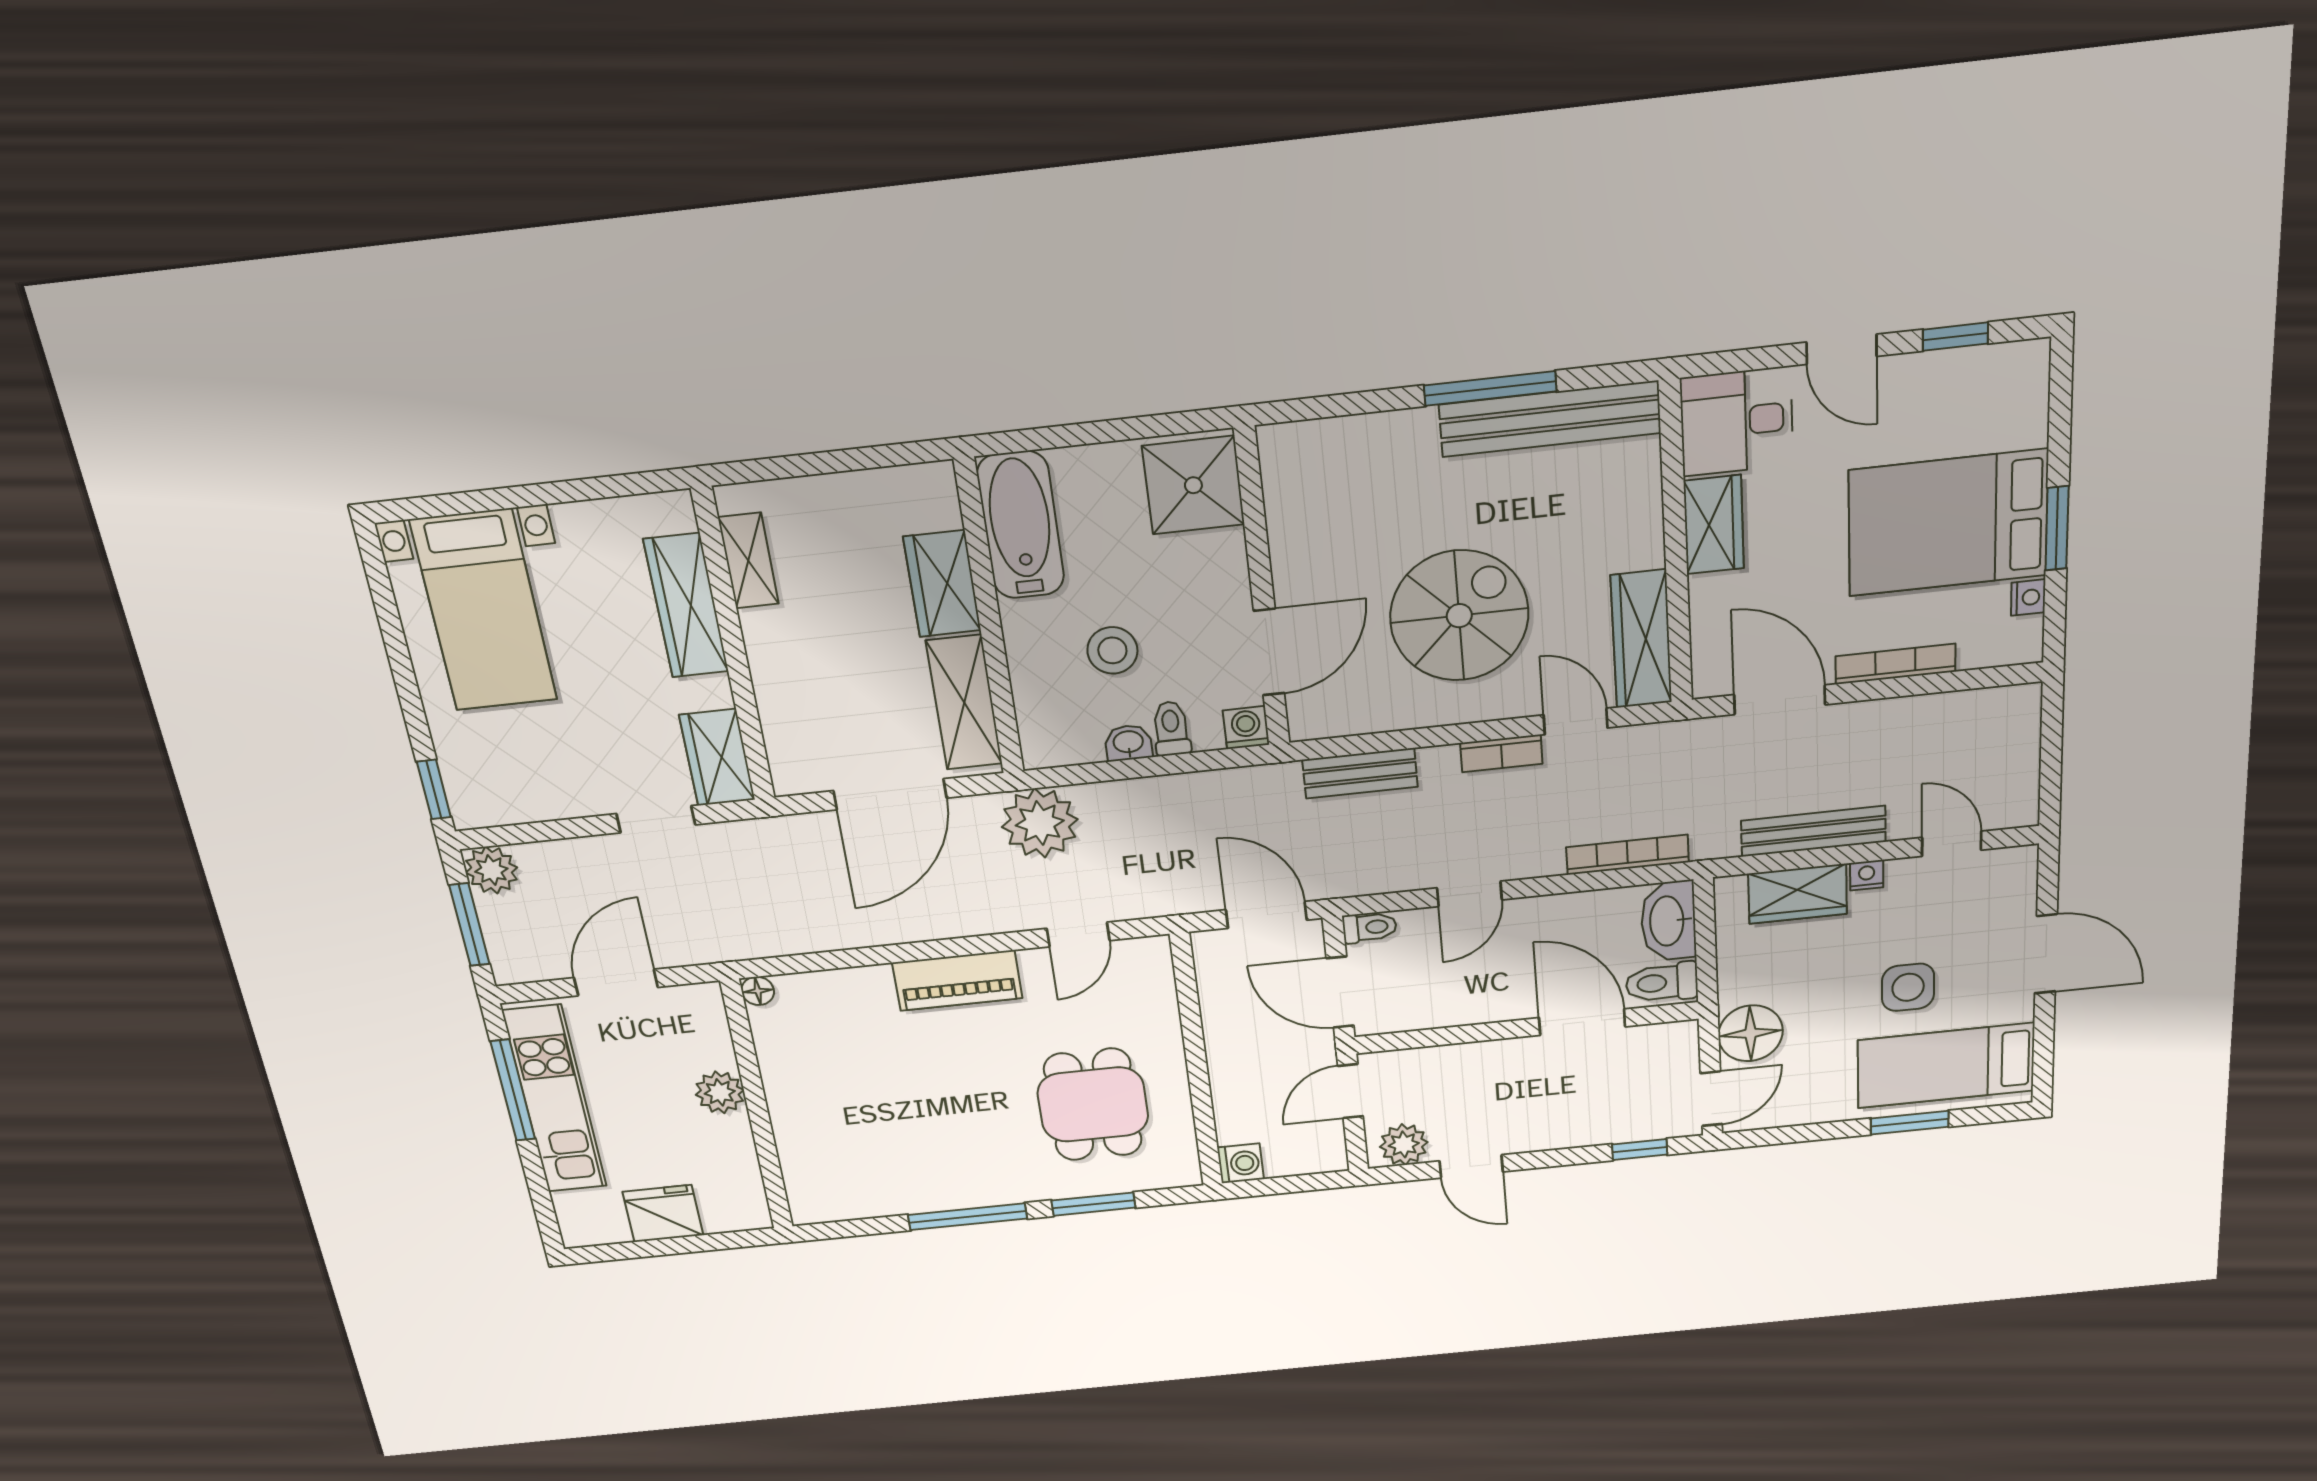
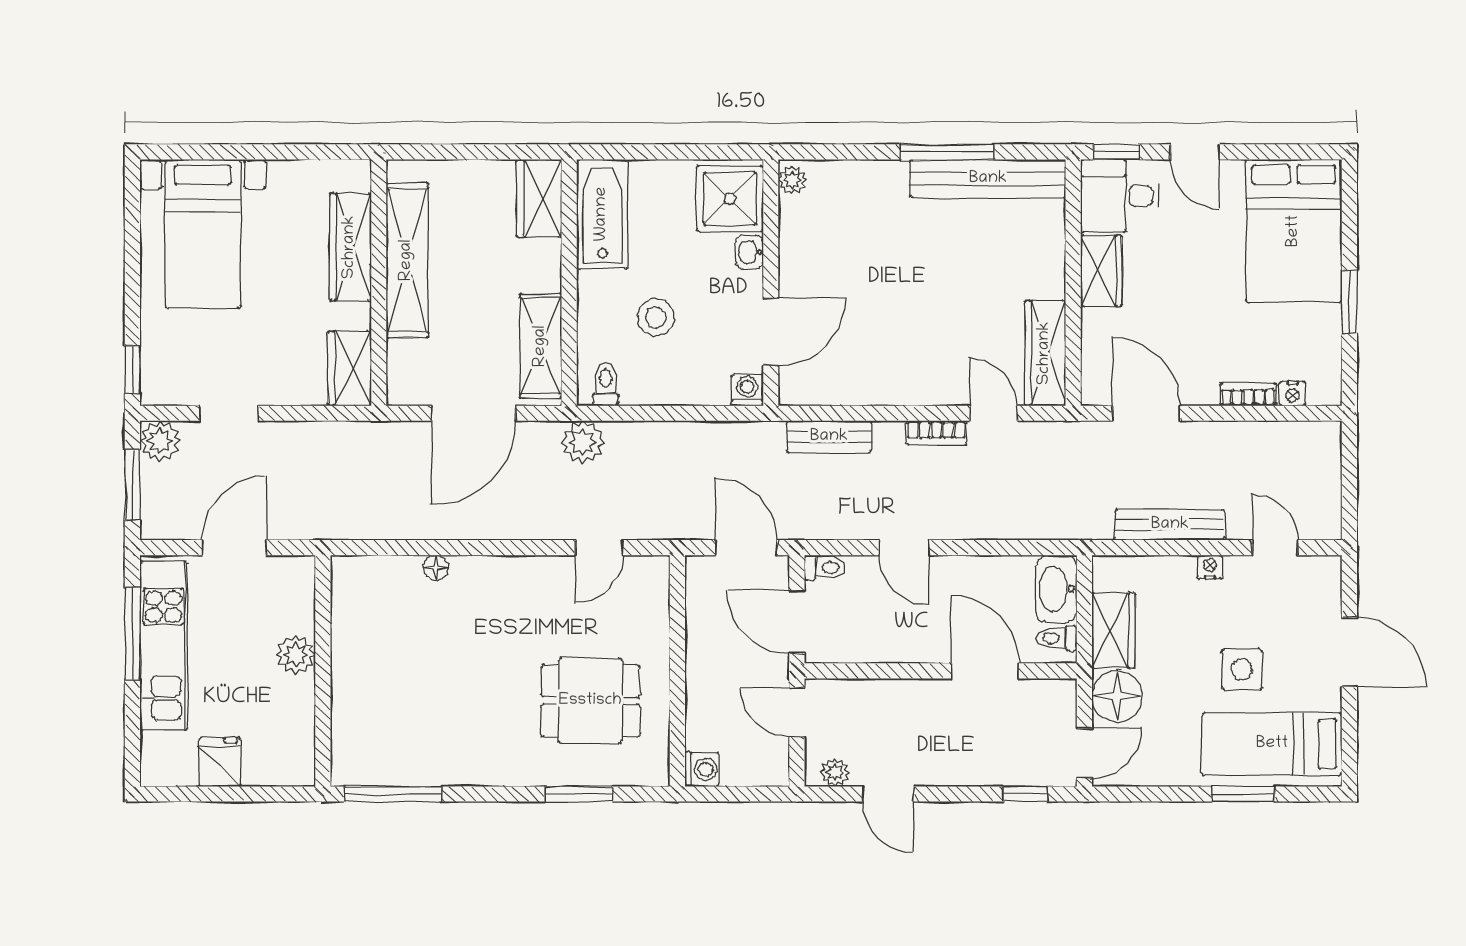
window: (1955, 337) -> (1116, 152), moved
plant: (1277, 451) -> (792, 180), added
bed: (1948, 523) -> (1294, 231), moved, turned -90
shelving: (748, 561) -> (407, 260), width x2.20, depth x1.33
wardrobe: (942, 584) -> (539, 199), moved
nightstand: (2028, 597) -> (1292, 393), moved, turned 90
spiral stairs: (1459, 616) -> (913, 319), removed
bookcase: (1895, 664) -> (1248, 394), width x0.64
toilet: (1171, 729) -> (606, 384), moved
washbasin: (1128, 743) -> (749, 252), moved, turned -90
doorway: (656, 819) -> (229, 413), moved
plant: (1040, 823) -> (583, 442), width x0.73, depth x0.73
bookcase: (1628, 855) -> (1027, 528), removed
door: (1469, 894) -> (904, 548), hinge flipped
wardrobe: (1798, 894) -> (1114, 630), moved, turned -90
piano: (957, 980) -> (500, 577), removed
toilet: (1662, 983) -> (1057, 638), width x0.73, depth x0.72
floor lamp: (758, 991) -> (436, 568), moved
door: (1350, 1091) -> (797, 712), hinge flipped
dining table: (1093, 1105) -> (590, 701), turned 90
plant: (1404, 1144) -> (835, 772), width x0.73, depth x0.73
fridge: (663, 1214) -> (220, 762), width x0.72
window: (967, 1217) -> (393, 794), moved

